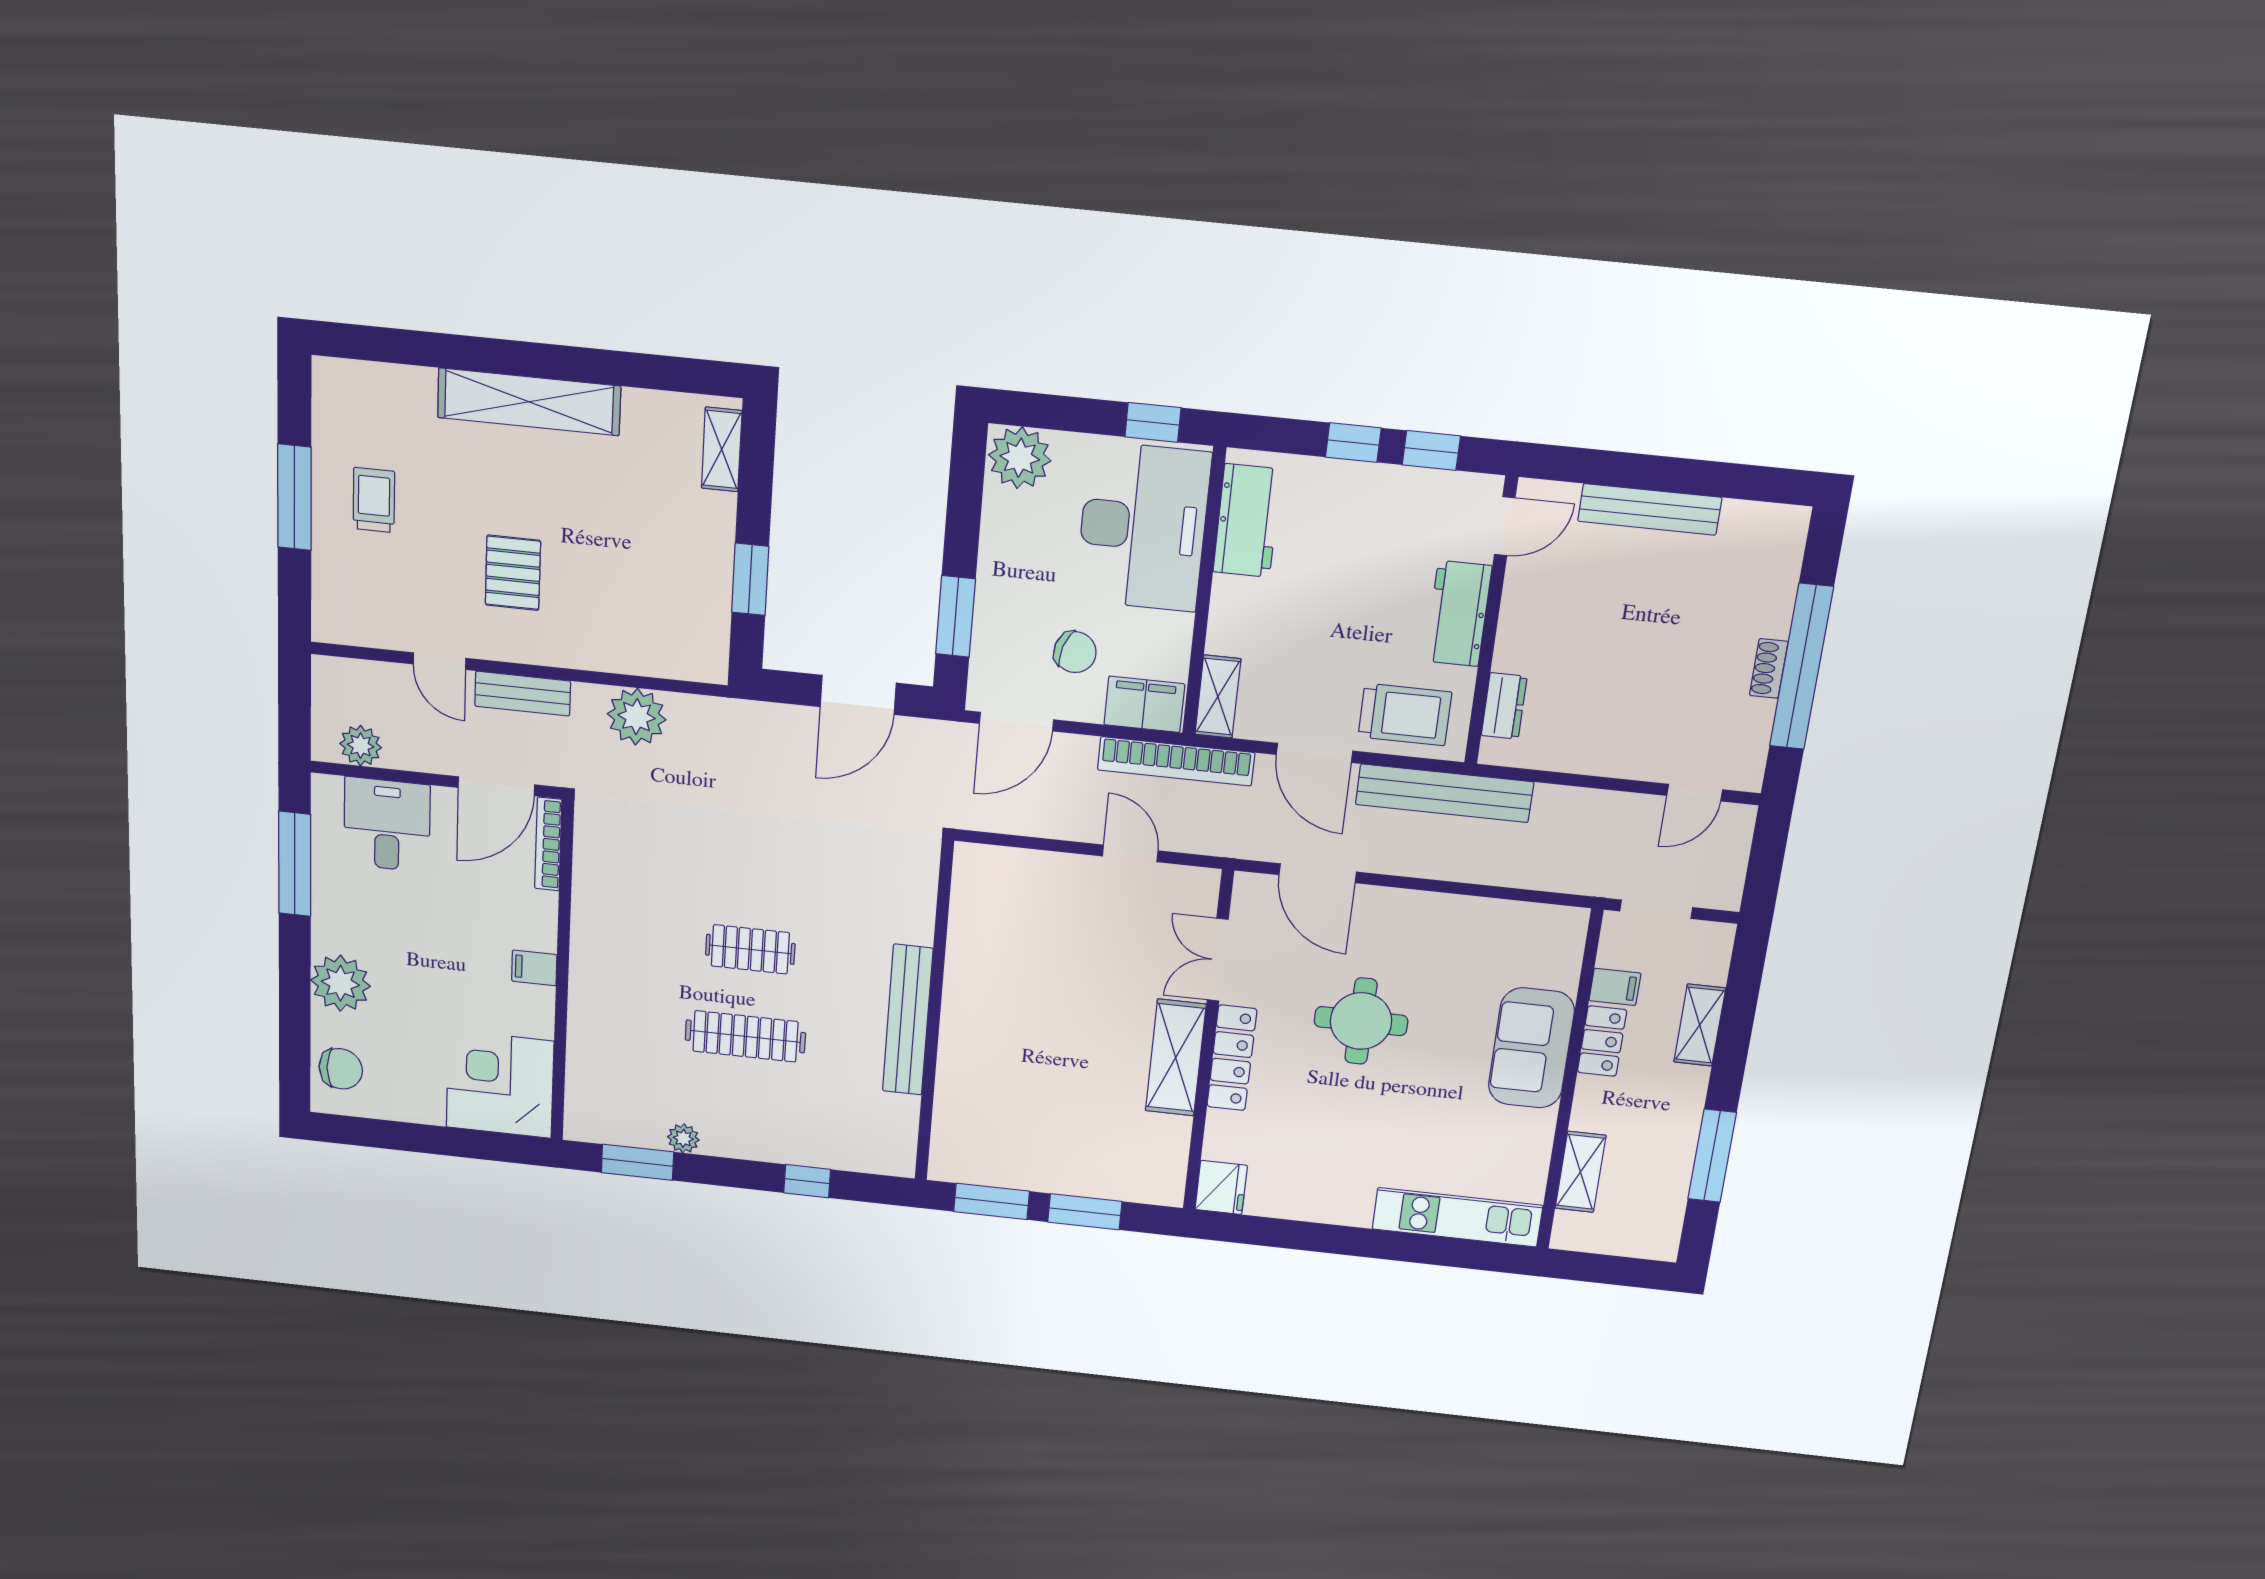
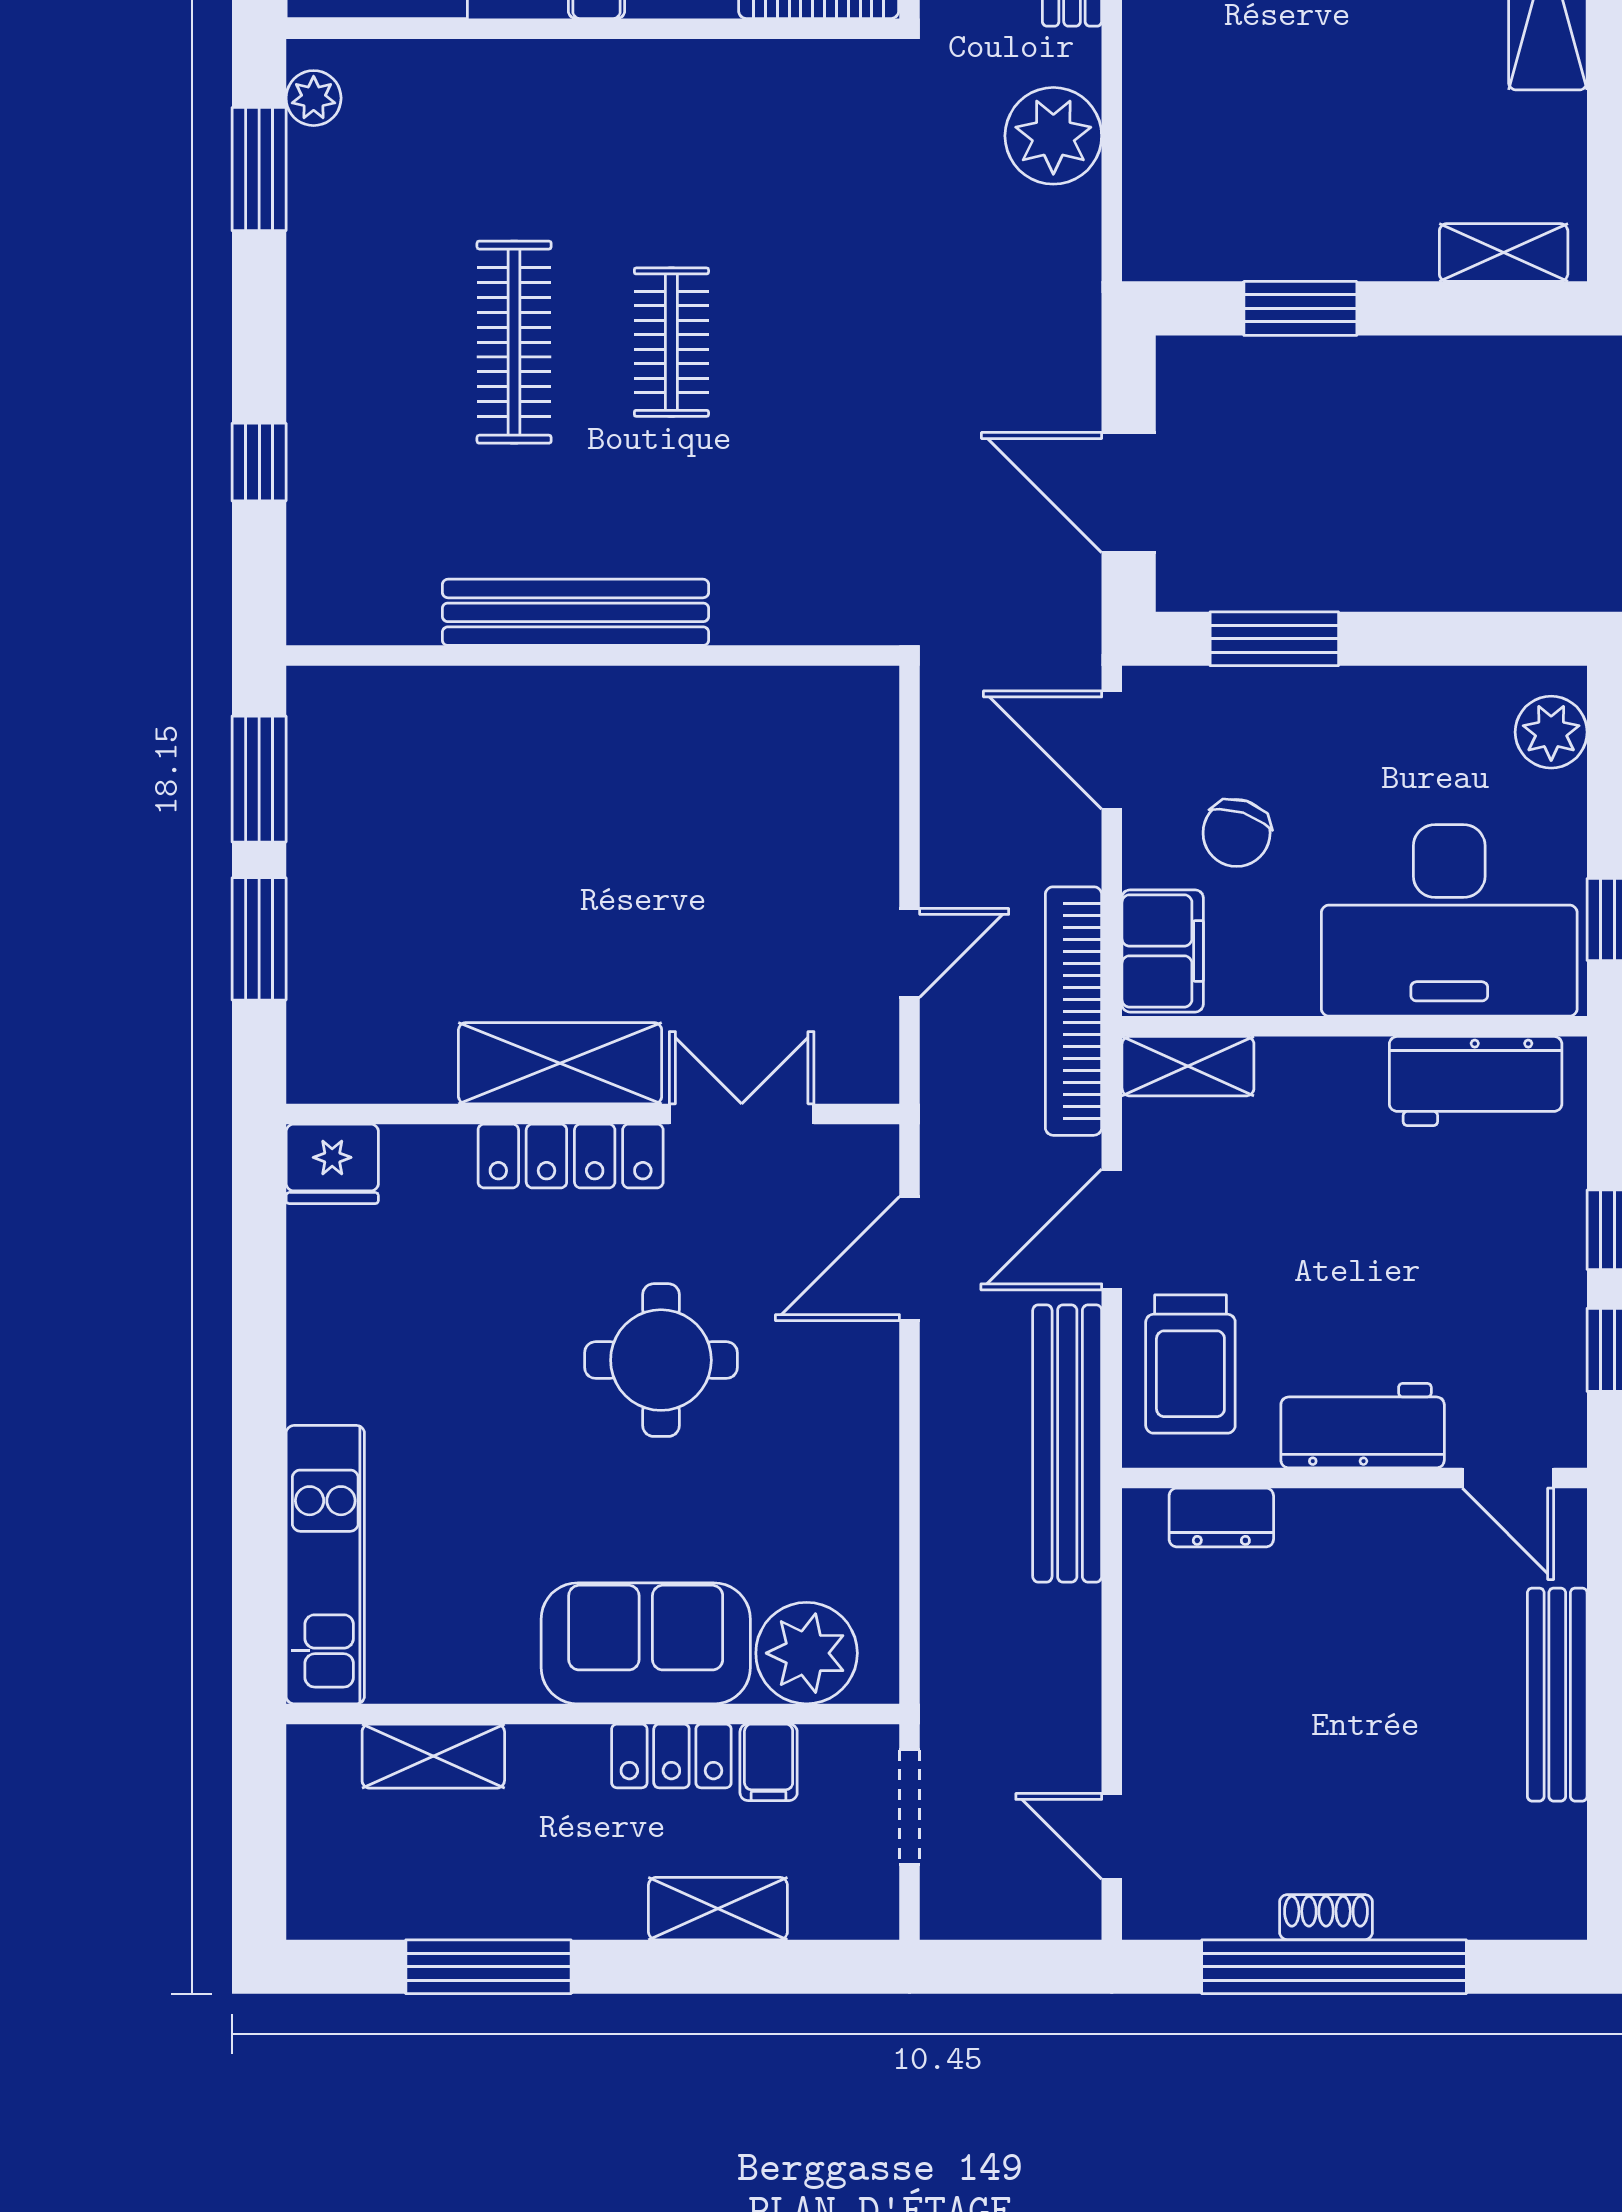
plant: (1020, 458) -> (1551, 732), width x0.73, depth x0.73
plant: (1551, 958) -> (807, 1653), added
plant: (683, 1138) -> (314, 98), moved

